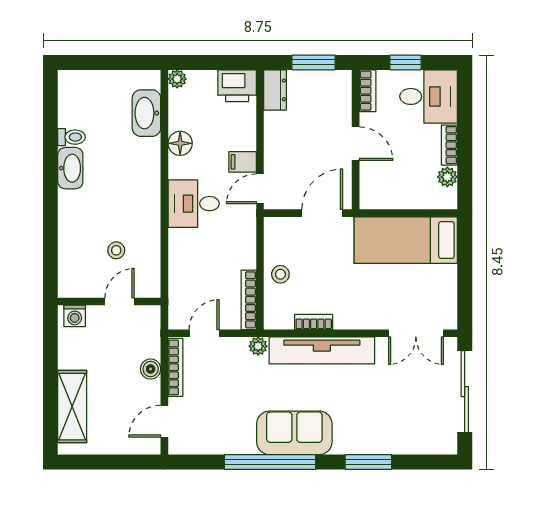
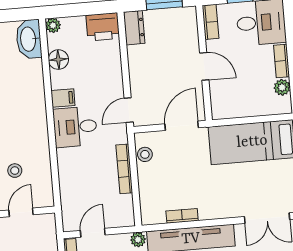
washbasin: (146, 113) -> (29, 39), moved
floor lamp: (180, 143) -> (58, 60), moved
filing cabinet: (243, 162) -> (63, 98), moved, turned 180
stool: (280, 274) -> (145, 154), moved
bookcase: (249, 300) -> (124, 169), moved

